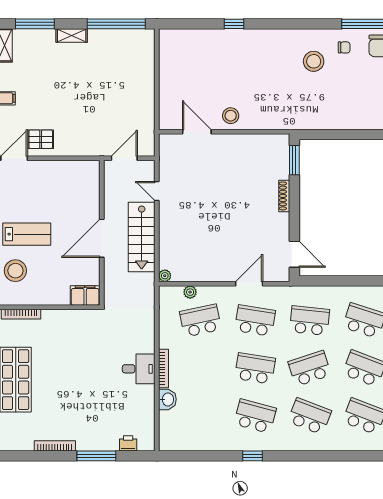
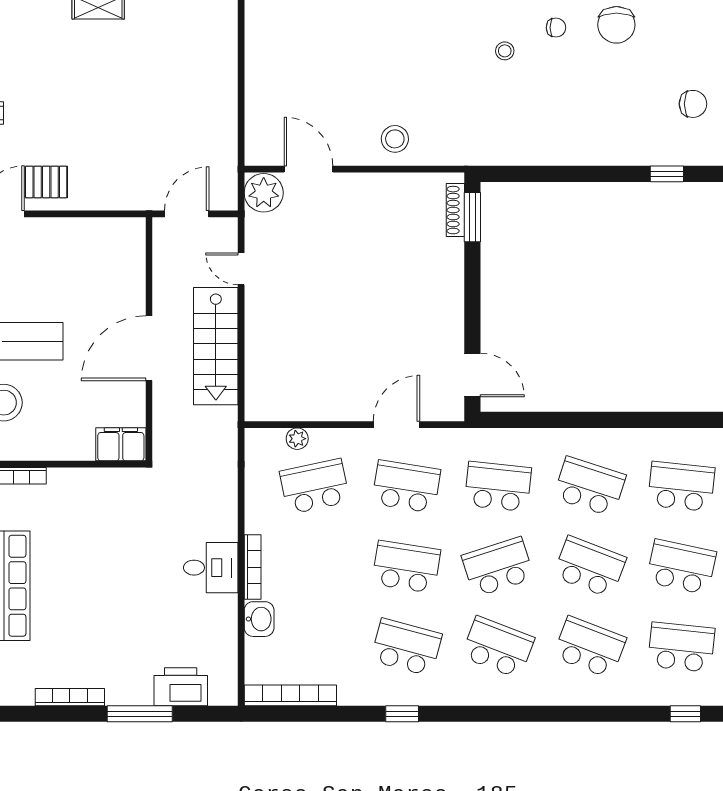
stool: (314, 61) -> (505, 51), width x0.53, depth x0.53
stool: (231, 116) -> (395, 139), moved
shoe rack: (284, 196) -> (455, 210), moved
plant: (165, 276) -> (264, 193), moved, width x1.88, depth x1.88
printer: (128, 443) -> (181, 687), width x1.87, depth x1.48
bookcase: (186, 445) -> (290, 695), added

